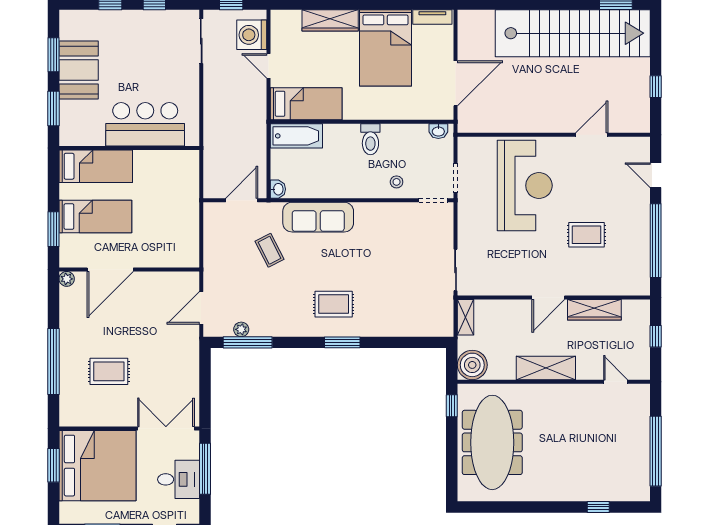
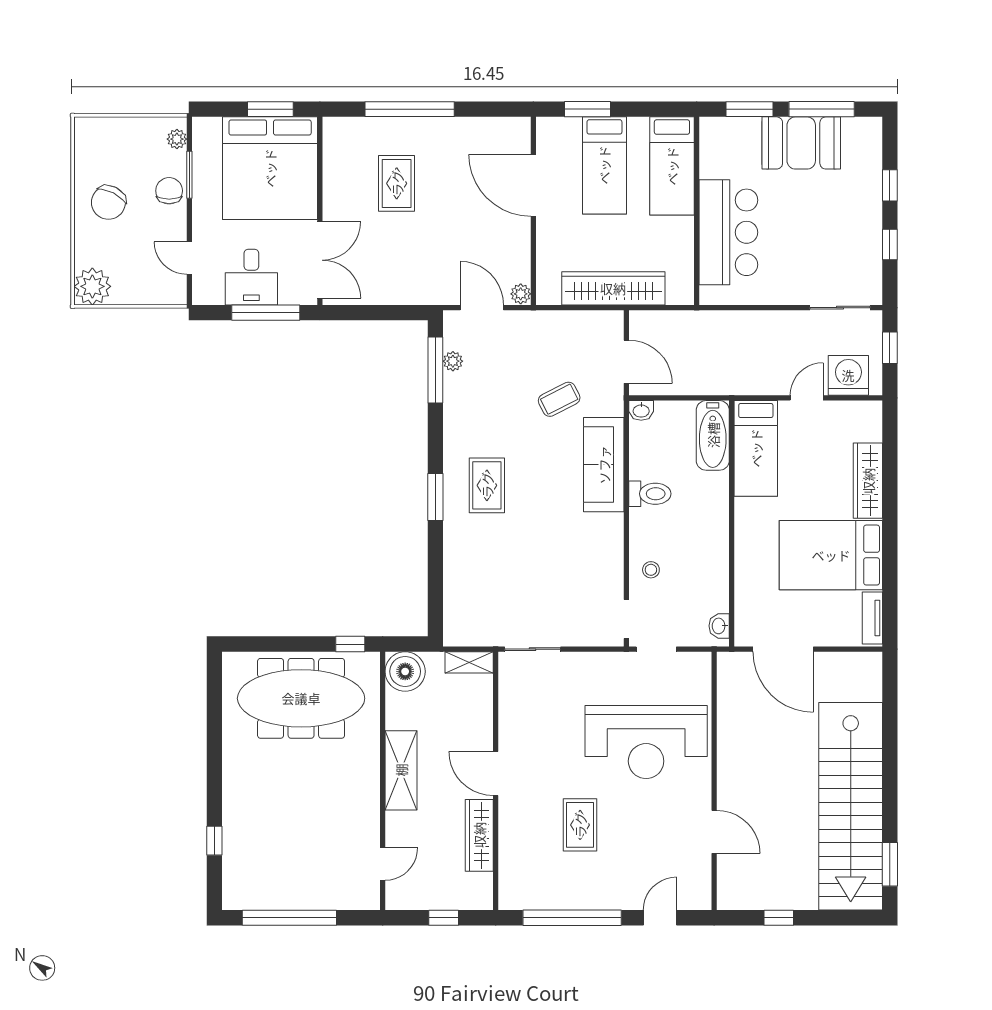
window: (54, 55) -> (822, 109), width x1.44
toilet: (370, 139) -> (650, 494), moved, turned 180
wardrobe: (187, 210) -> (613, 288), added
plant: (67, 279) -> (521, 294), moved

